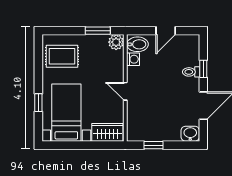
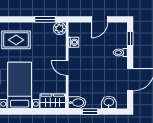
bidet: (137, 44) -> (77, 103), moved
window: (203, 69) -> (130, 39), moved
washbasin: (190, 134) -> (109, 102), moved

